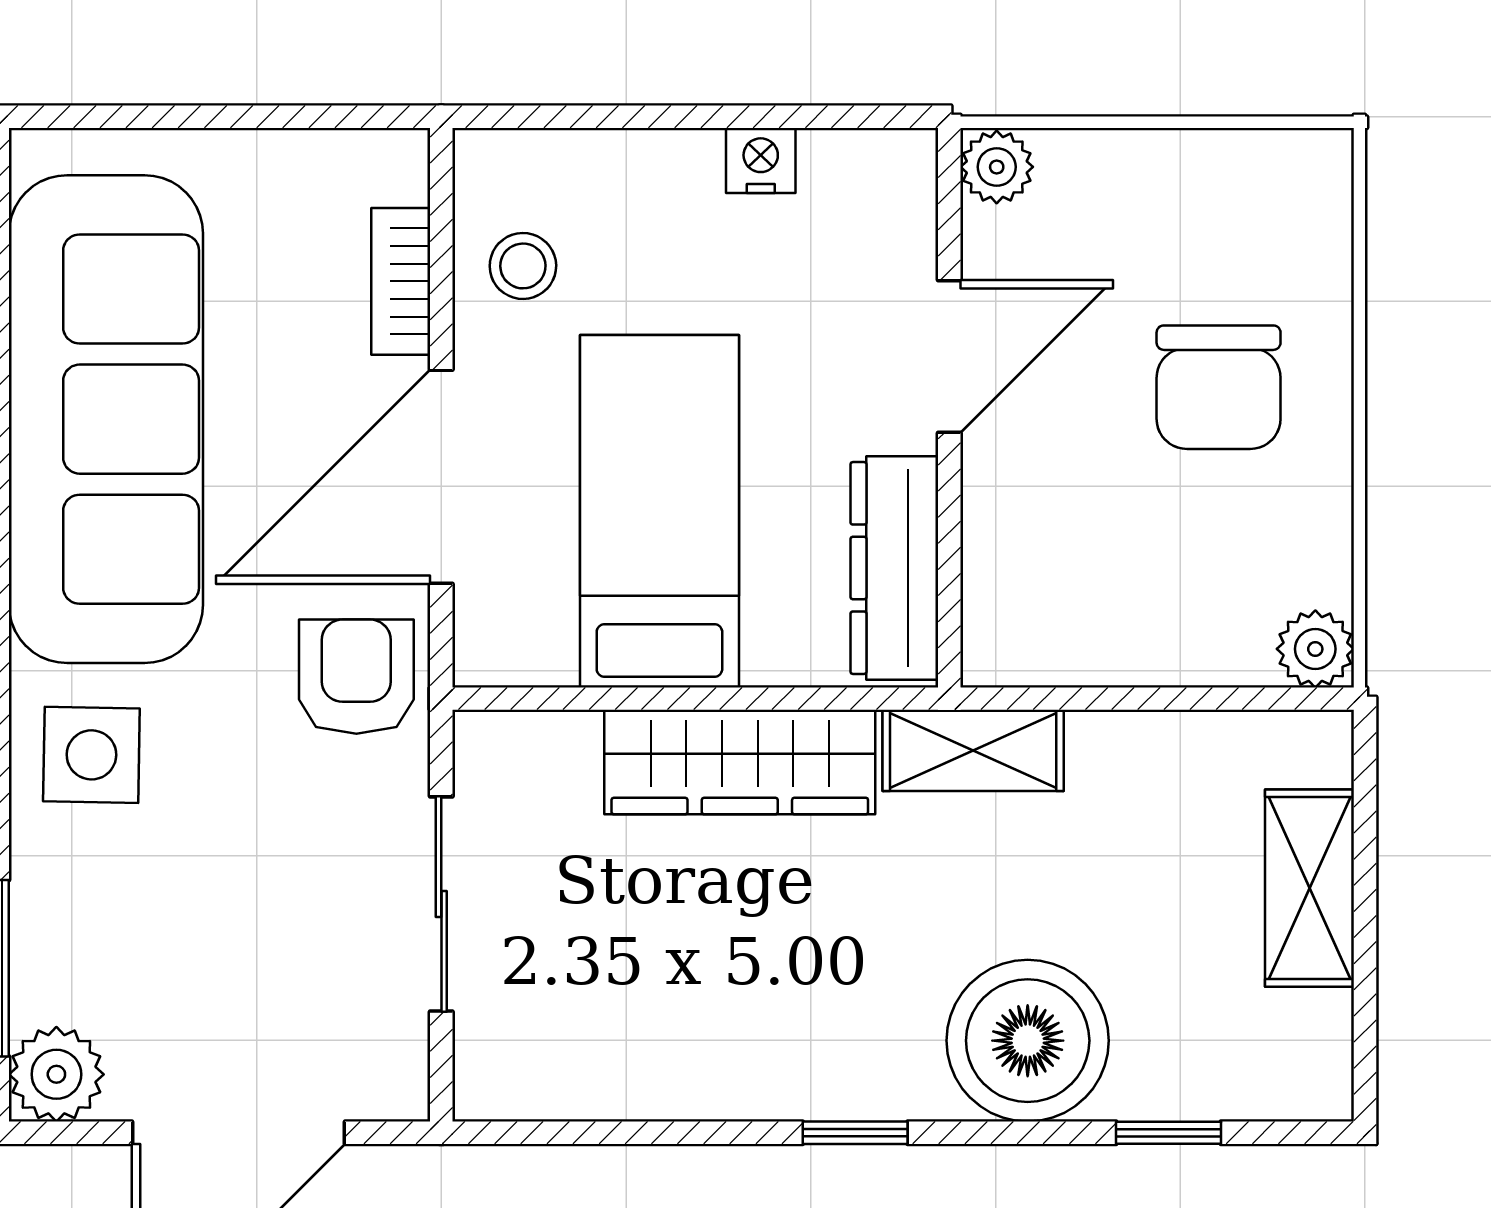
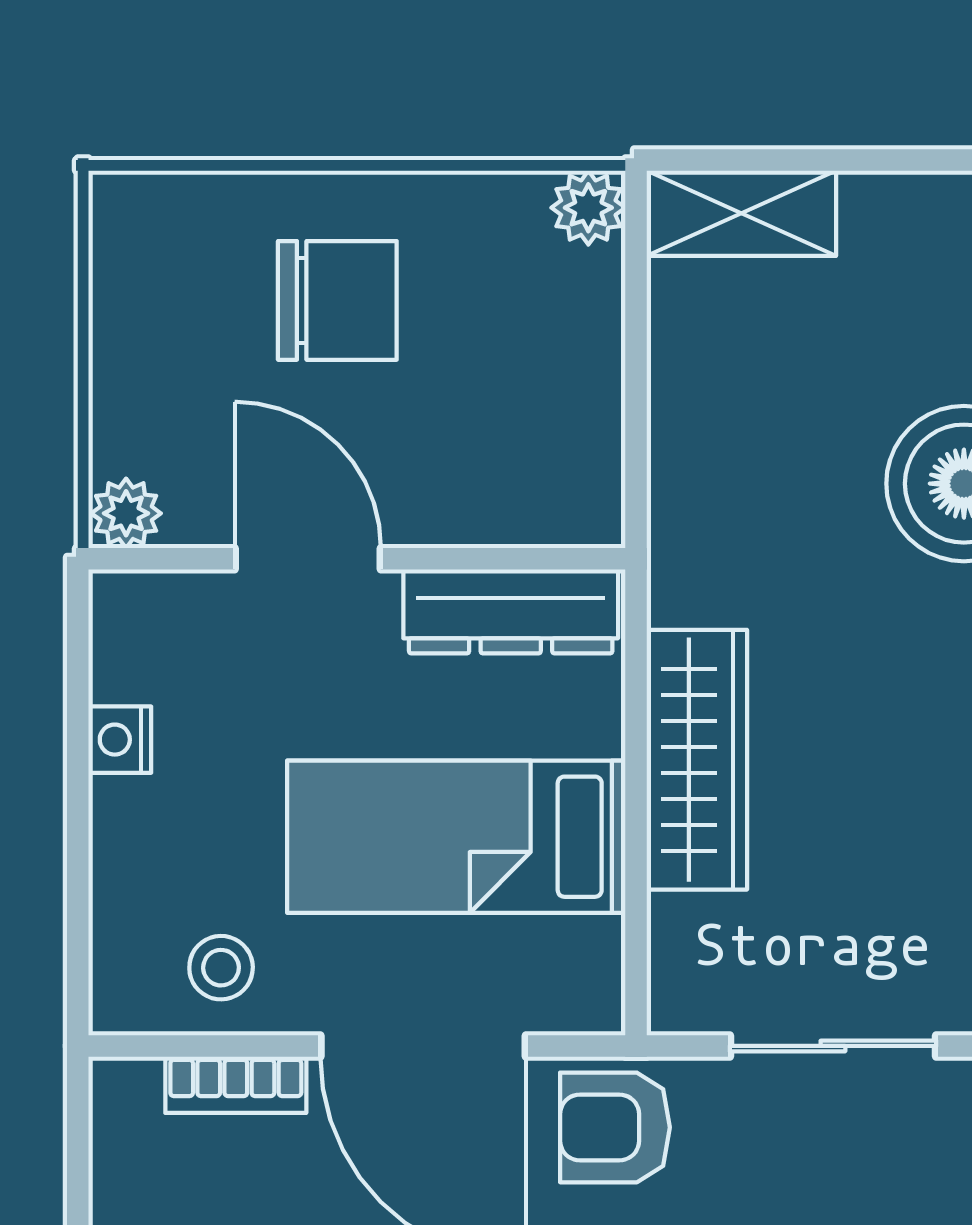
shelving: (973, 750) -> (686, 536), removed
shelving: (1309, 888) -> (741, 213), moved

